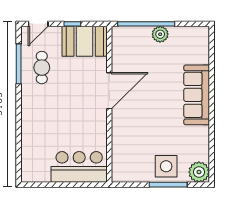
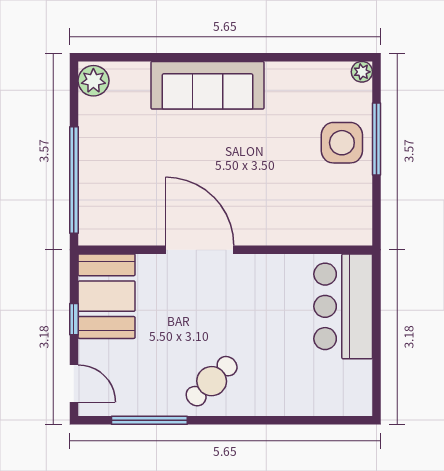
plant: (160, 34) -> (93, 81), moved
cafe table: (42, 68) -> (212, 381), moved, turned -44
plant: (199, 172) -> (362, 72), width x0.53, depth x0.53

